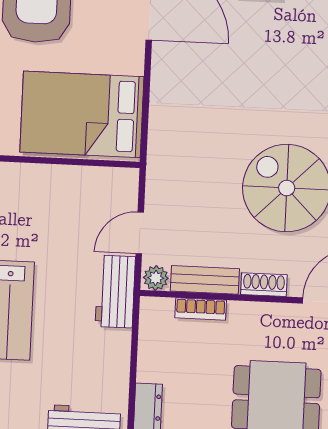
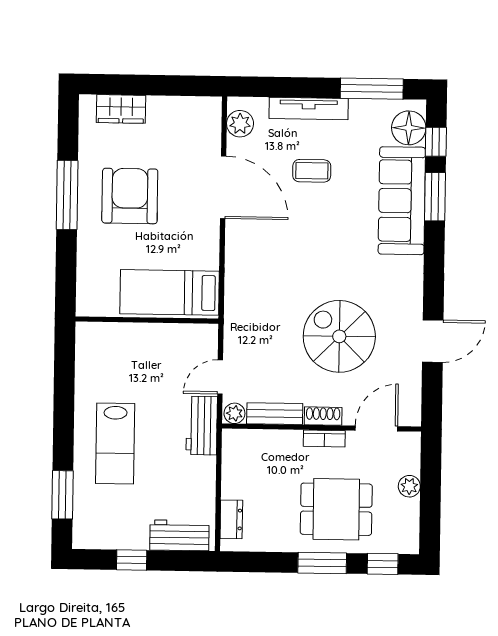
bed: (82, 114) -> (170, 292), width x0.67
bookcase: (201, 309) -> (324, 438), moved

